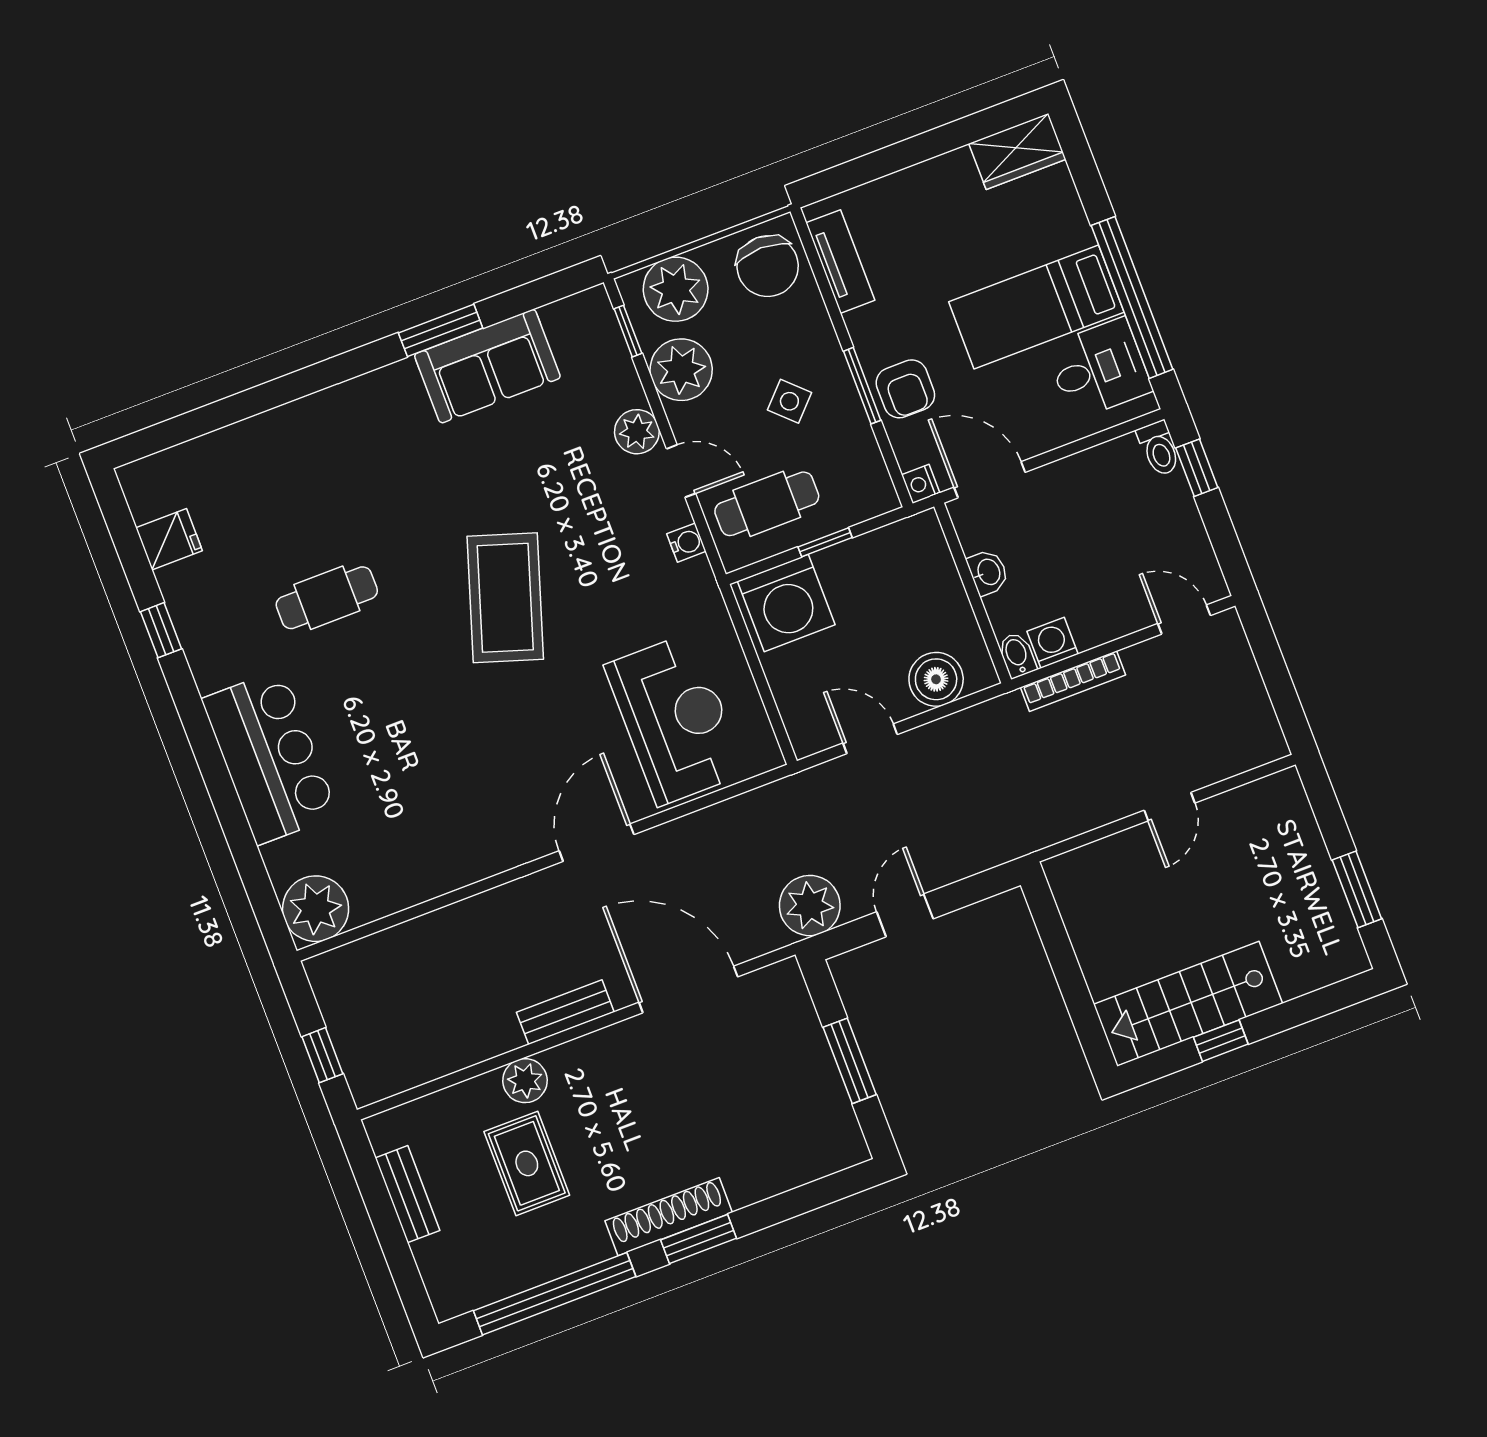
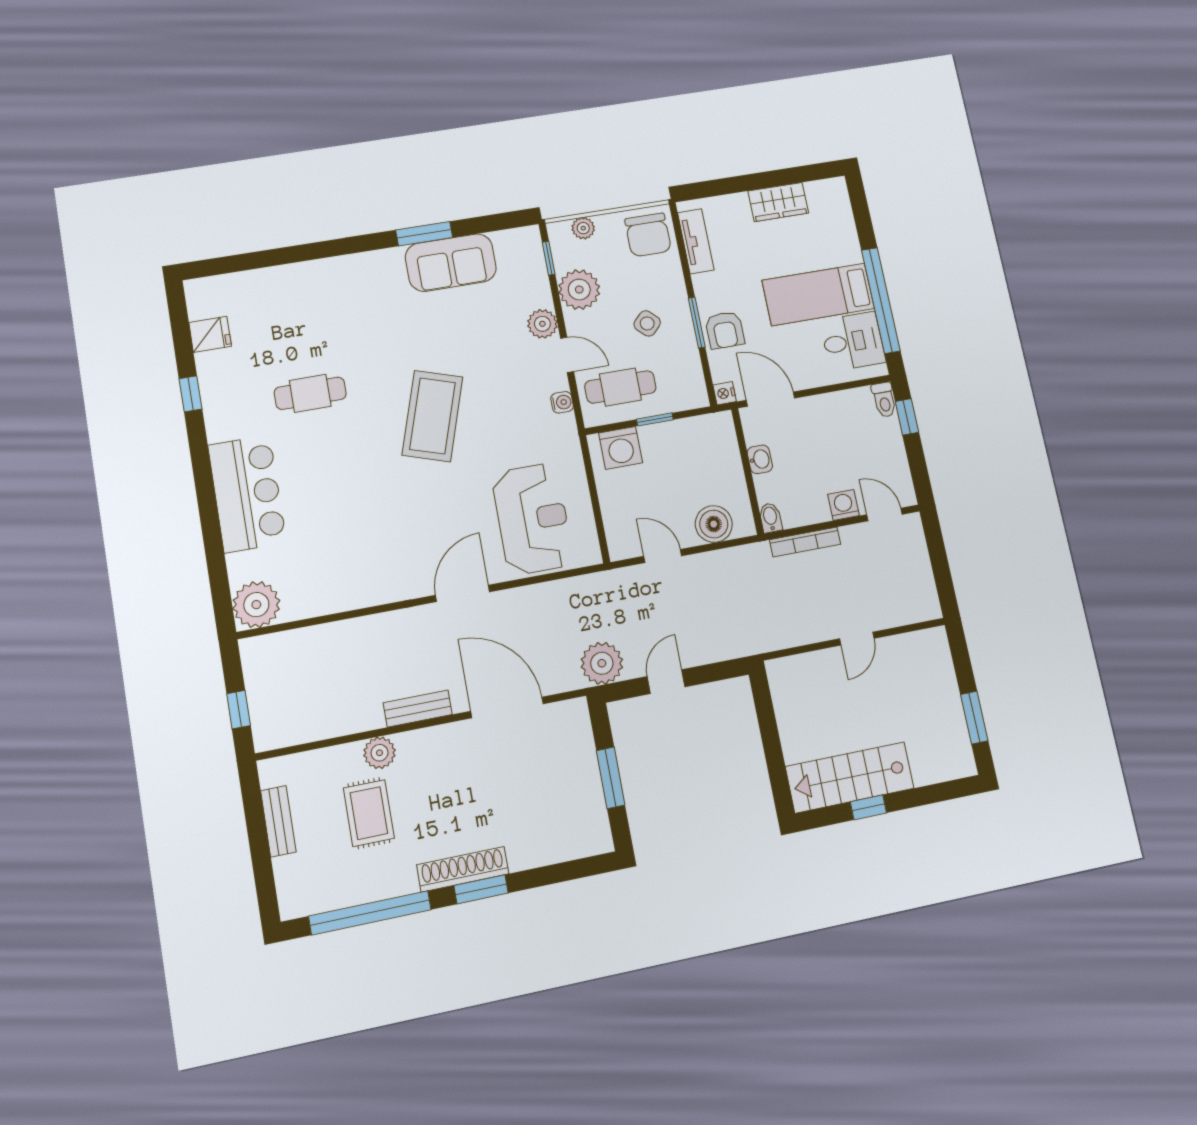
wardrobe: (1017, 151) -> (778, 202), moved
plant: (676, 289) -> (583, 228), width x0.53, depth x0.53
washing machine: (786, 603) -> (621, 448), width x0.73, depth x0.73
washing machine: (1053, 643) -> (843, 505), moved

